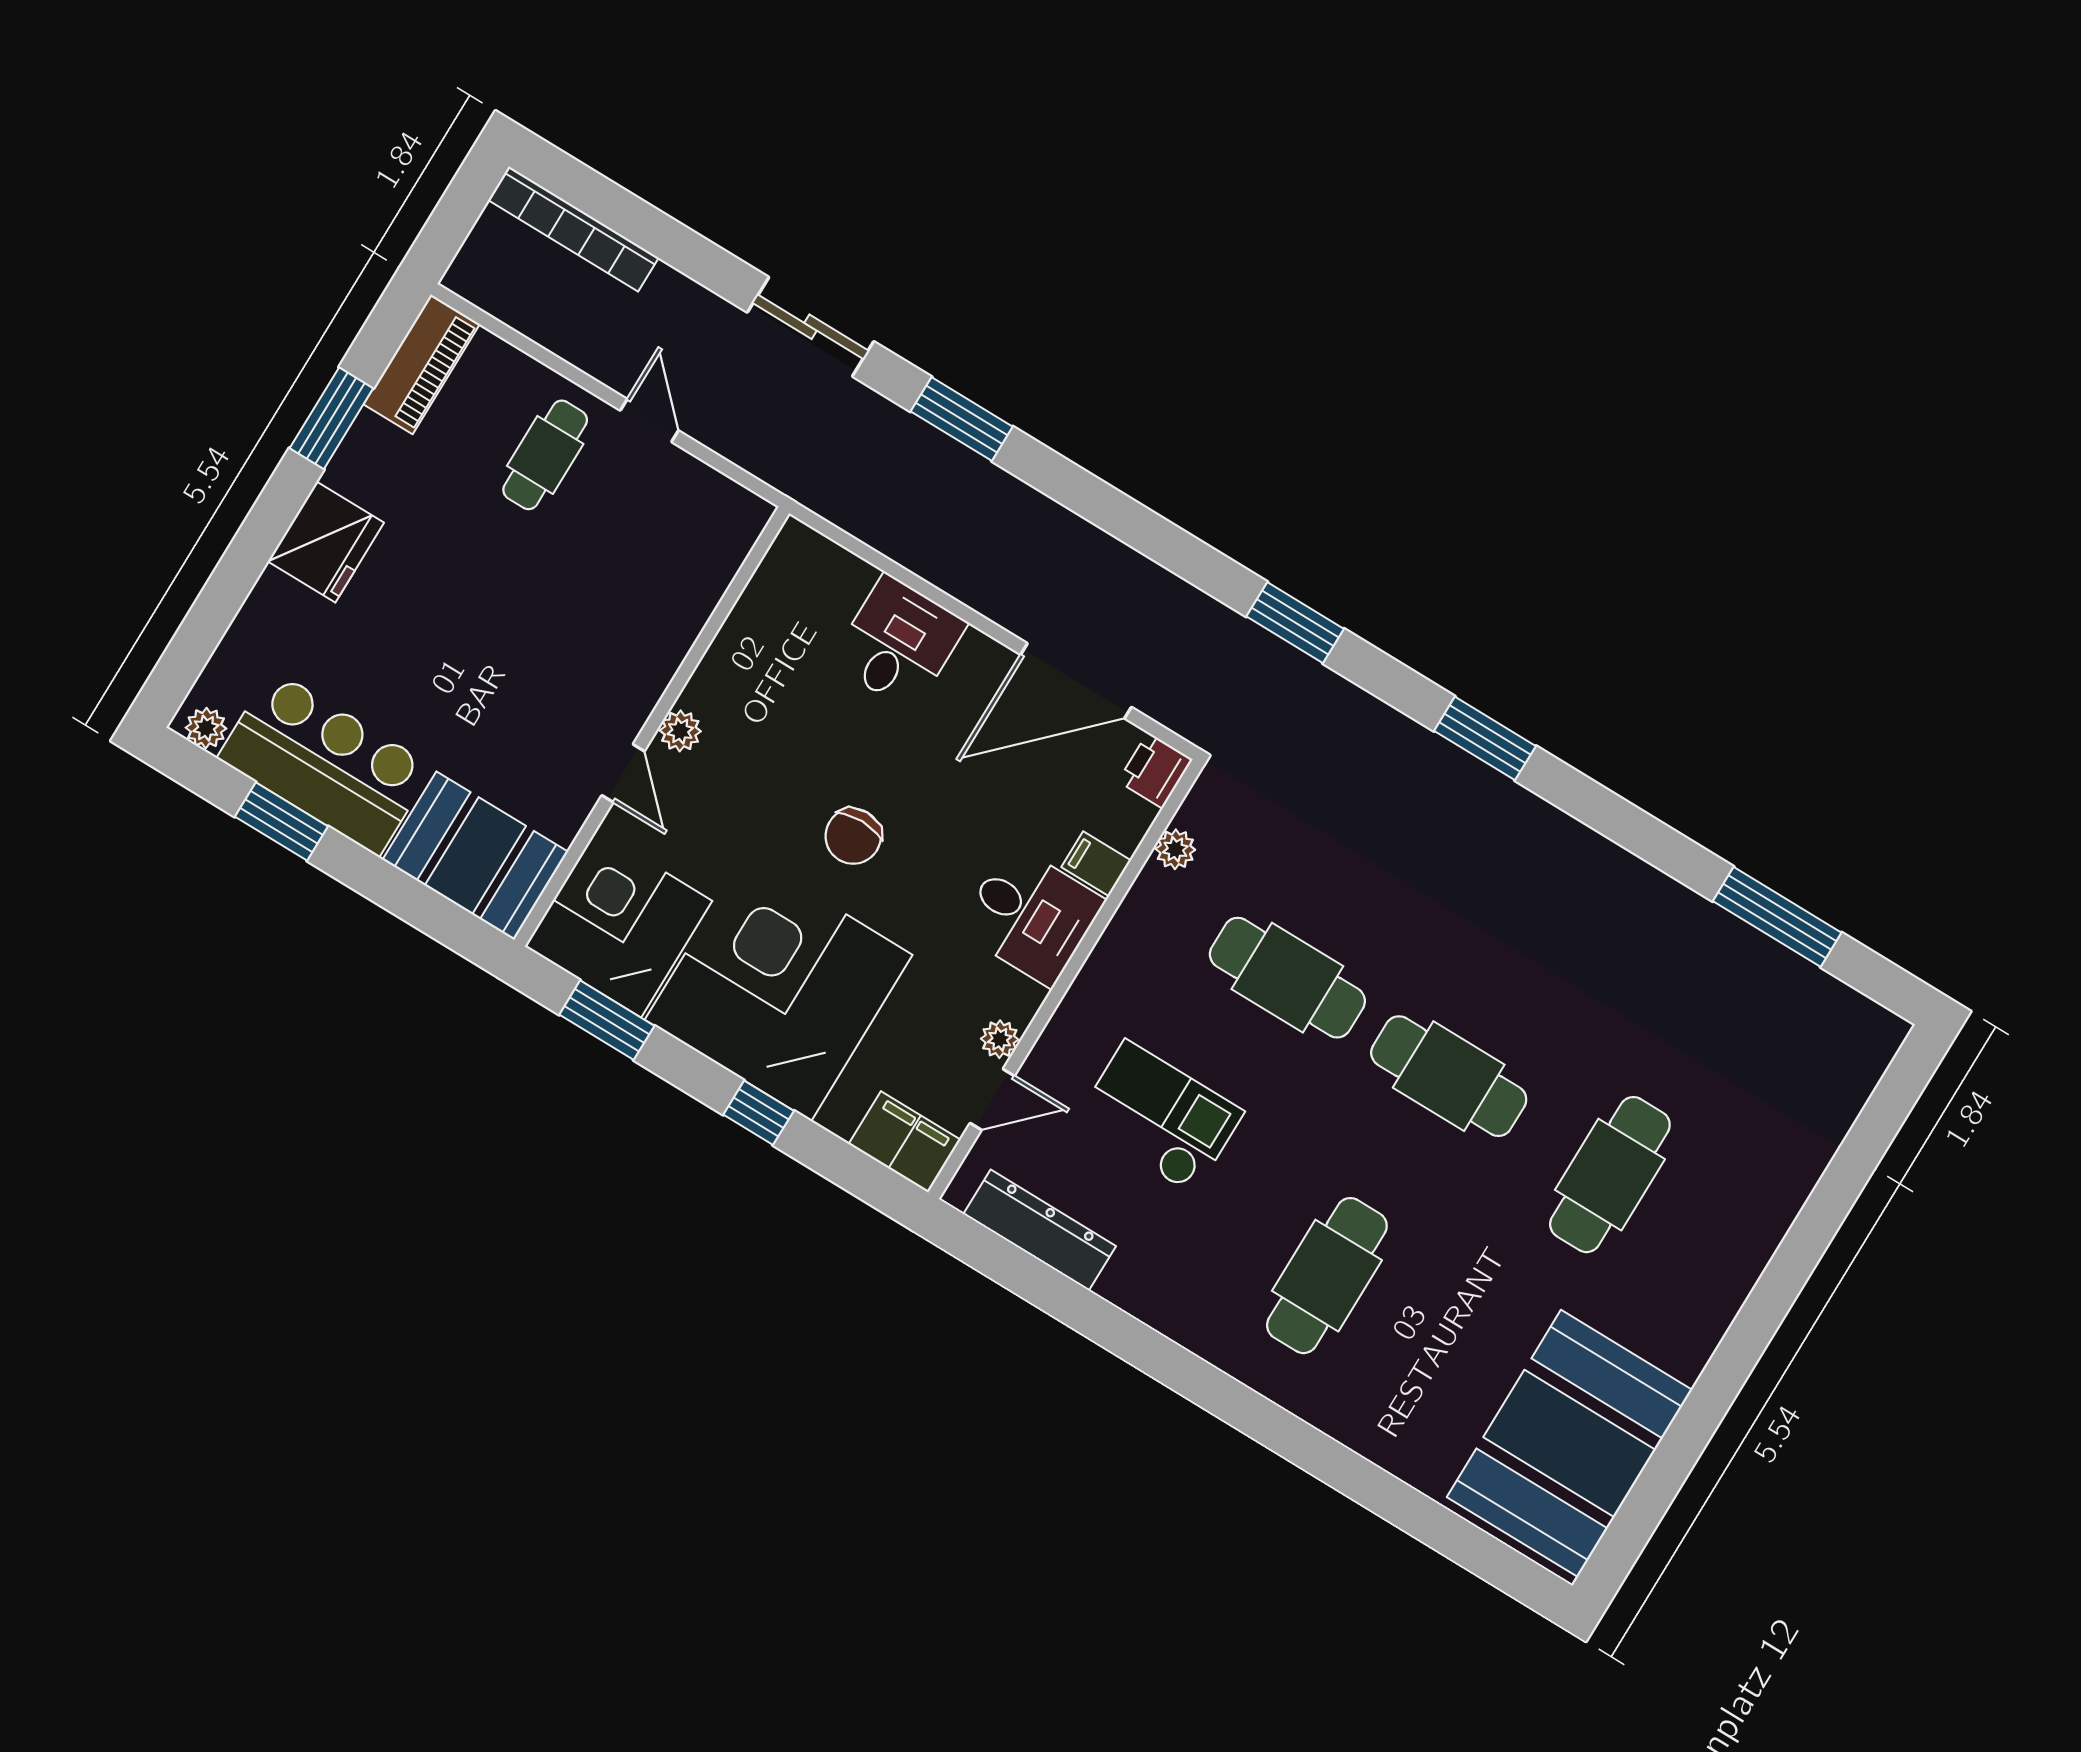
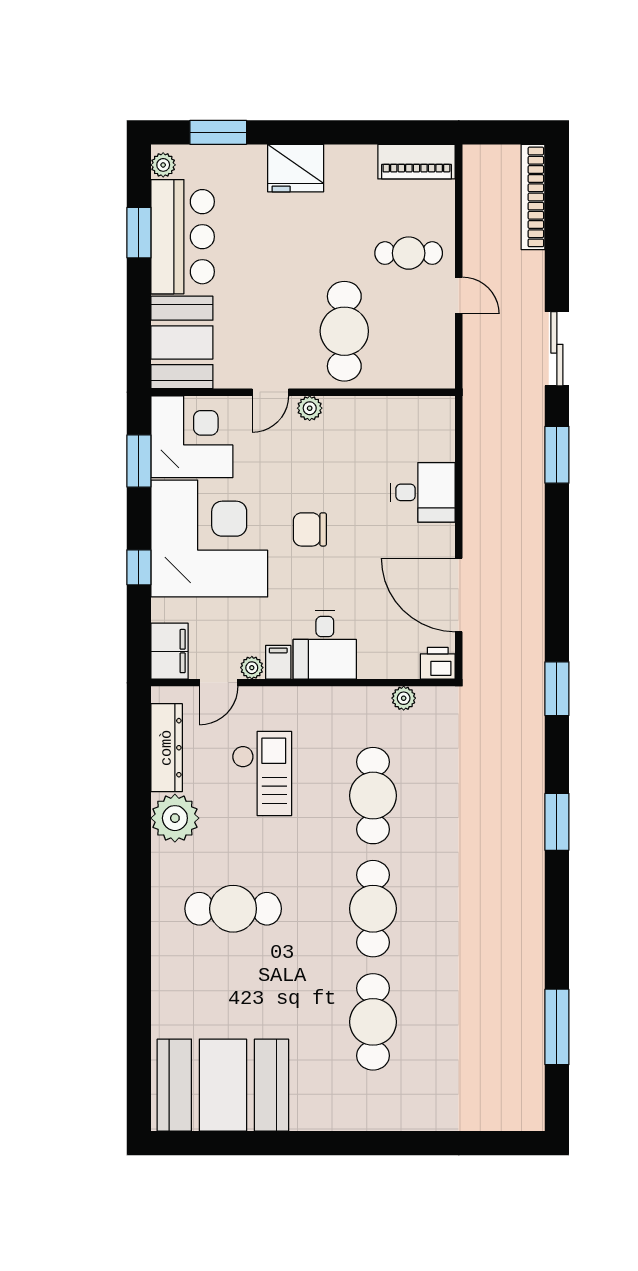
window: (331, 418) -> (218, 132), moved
door: (649, 421) -> (459, 296), hinge flipped
cafe table: (601, 615) -> (344, 331), added
filing cabinet: (1096, 864) -> (278, 662), moved
door: (992, 1099) -> (219, 683), hinge flipped
cafe table: (1610, 1175) -> (373, 1022), turned 90
plant: (1147, 1280) -> (175, 818), added

